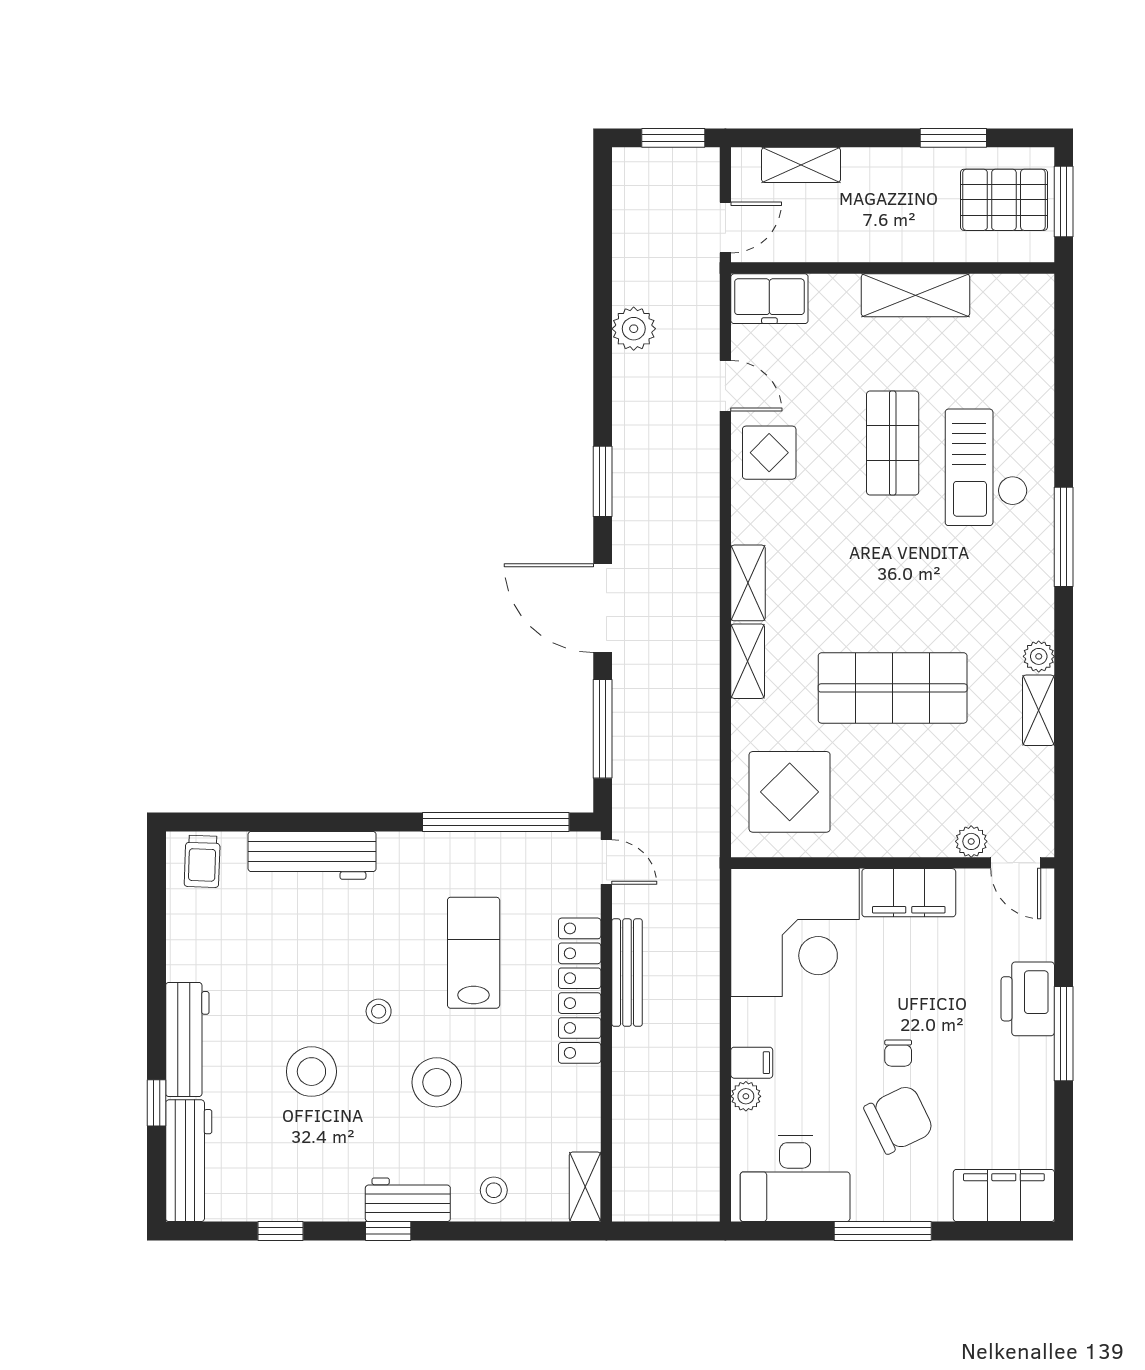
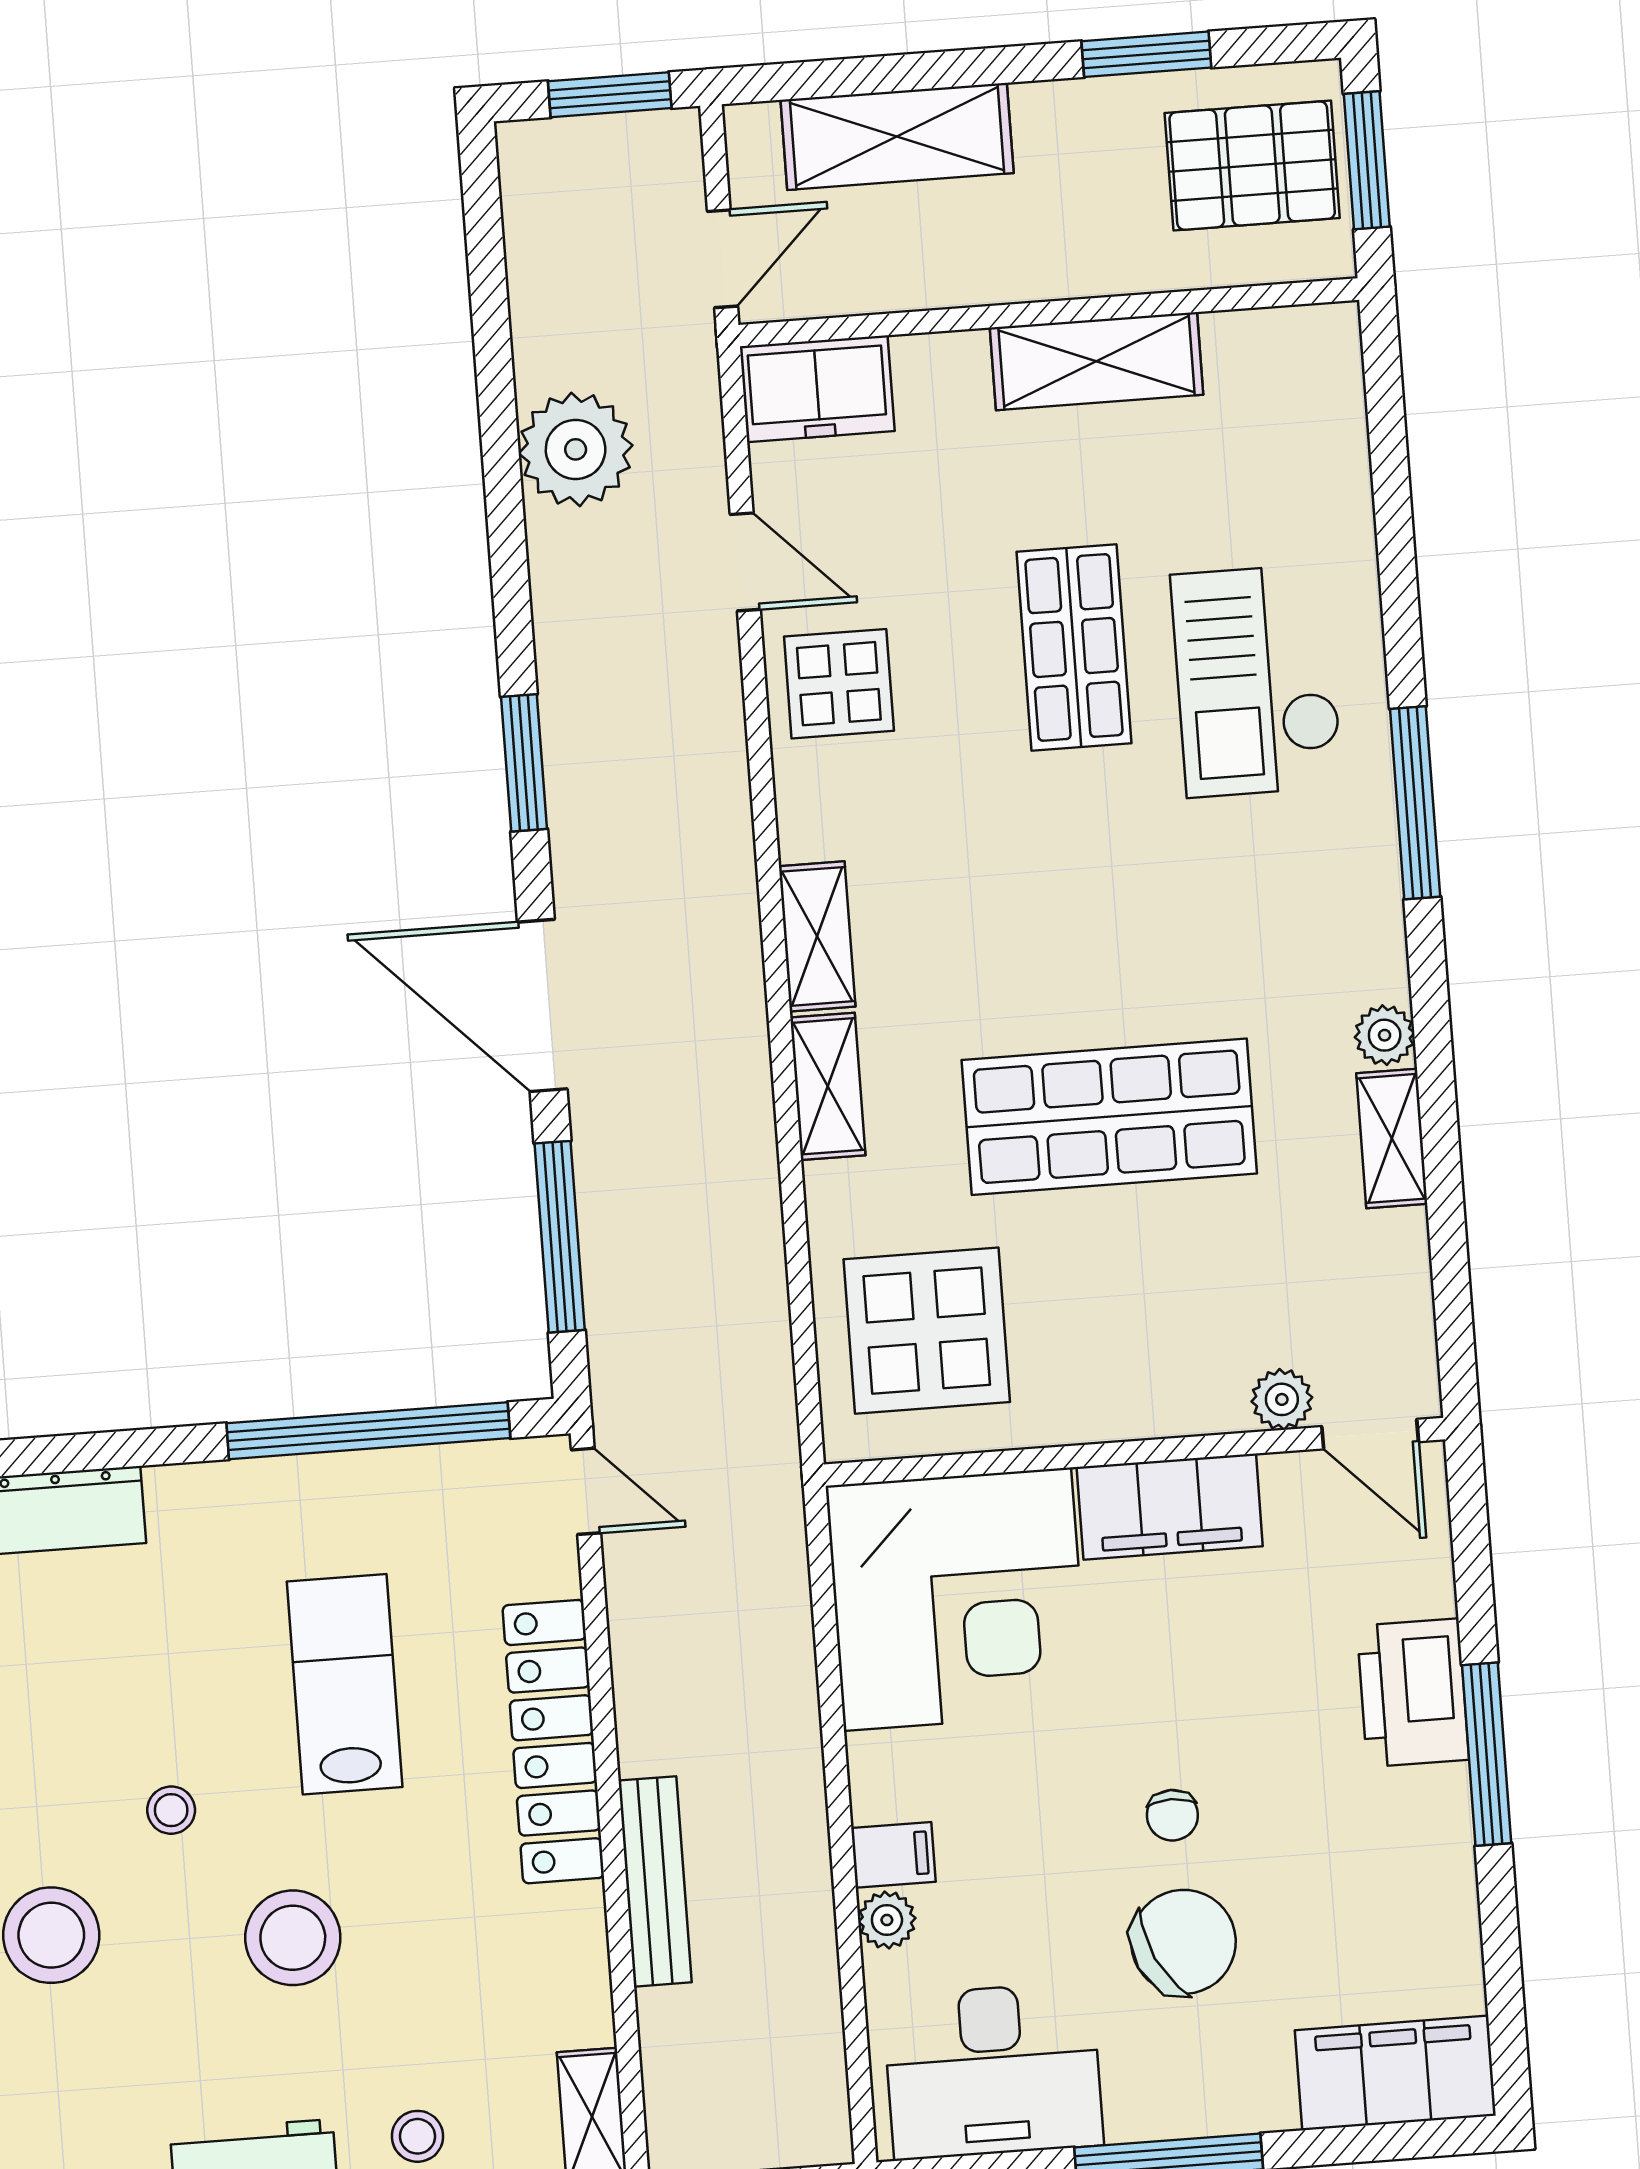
shelving: (801, 165) -> (897, 136), width x1.50, depth x1.33
plant: (634, 329) -> (576, 449), width x1.36, depth x1.36
bench: (627, 973) -> (655, 1881), moved

